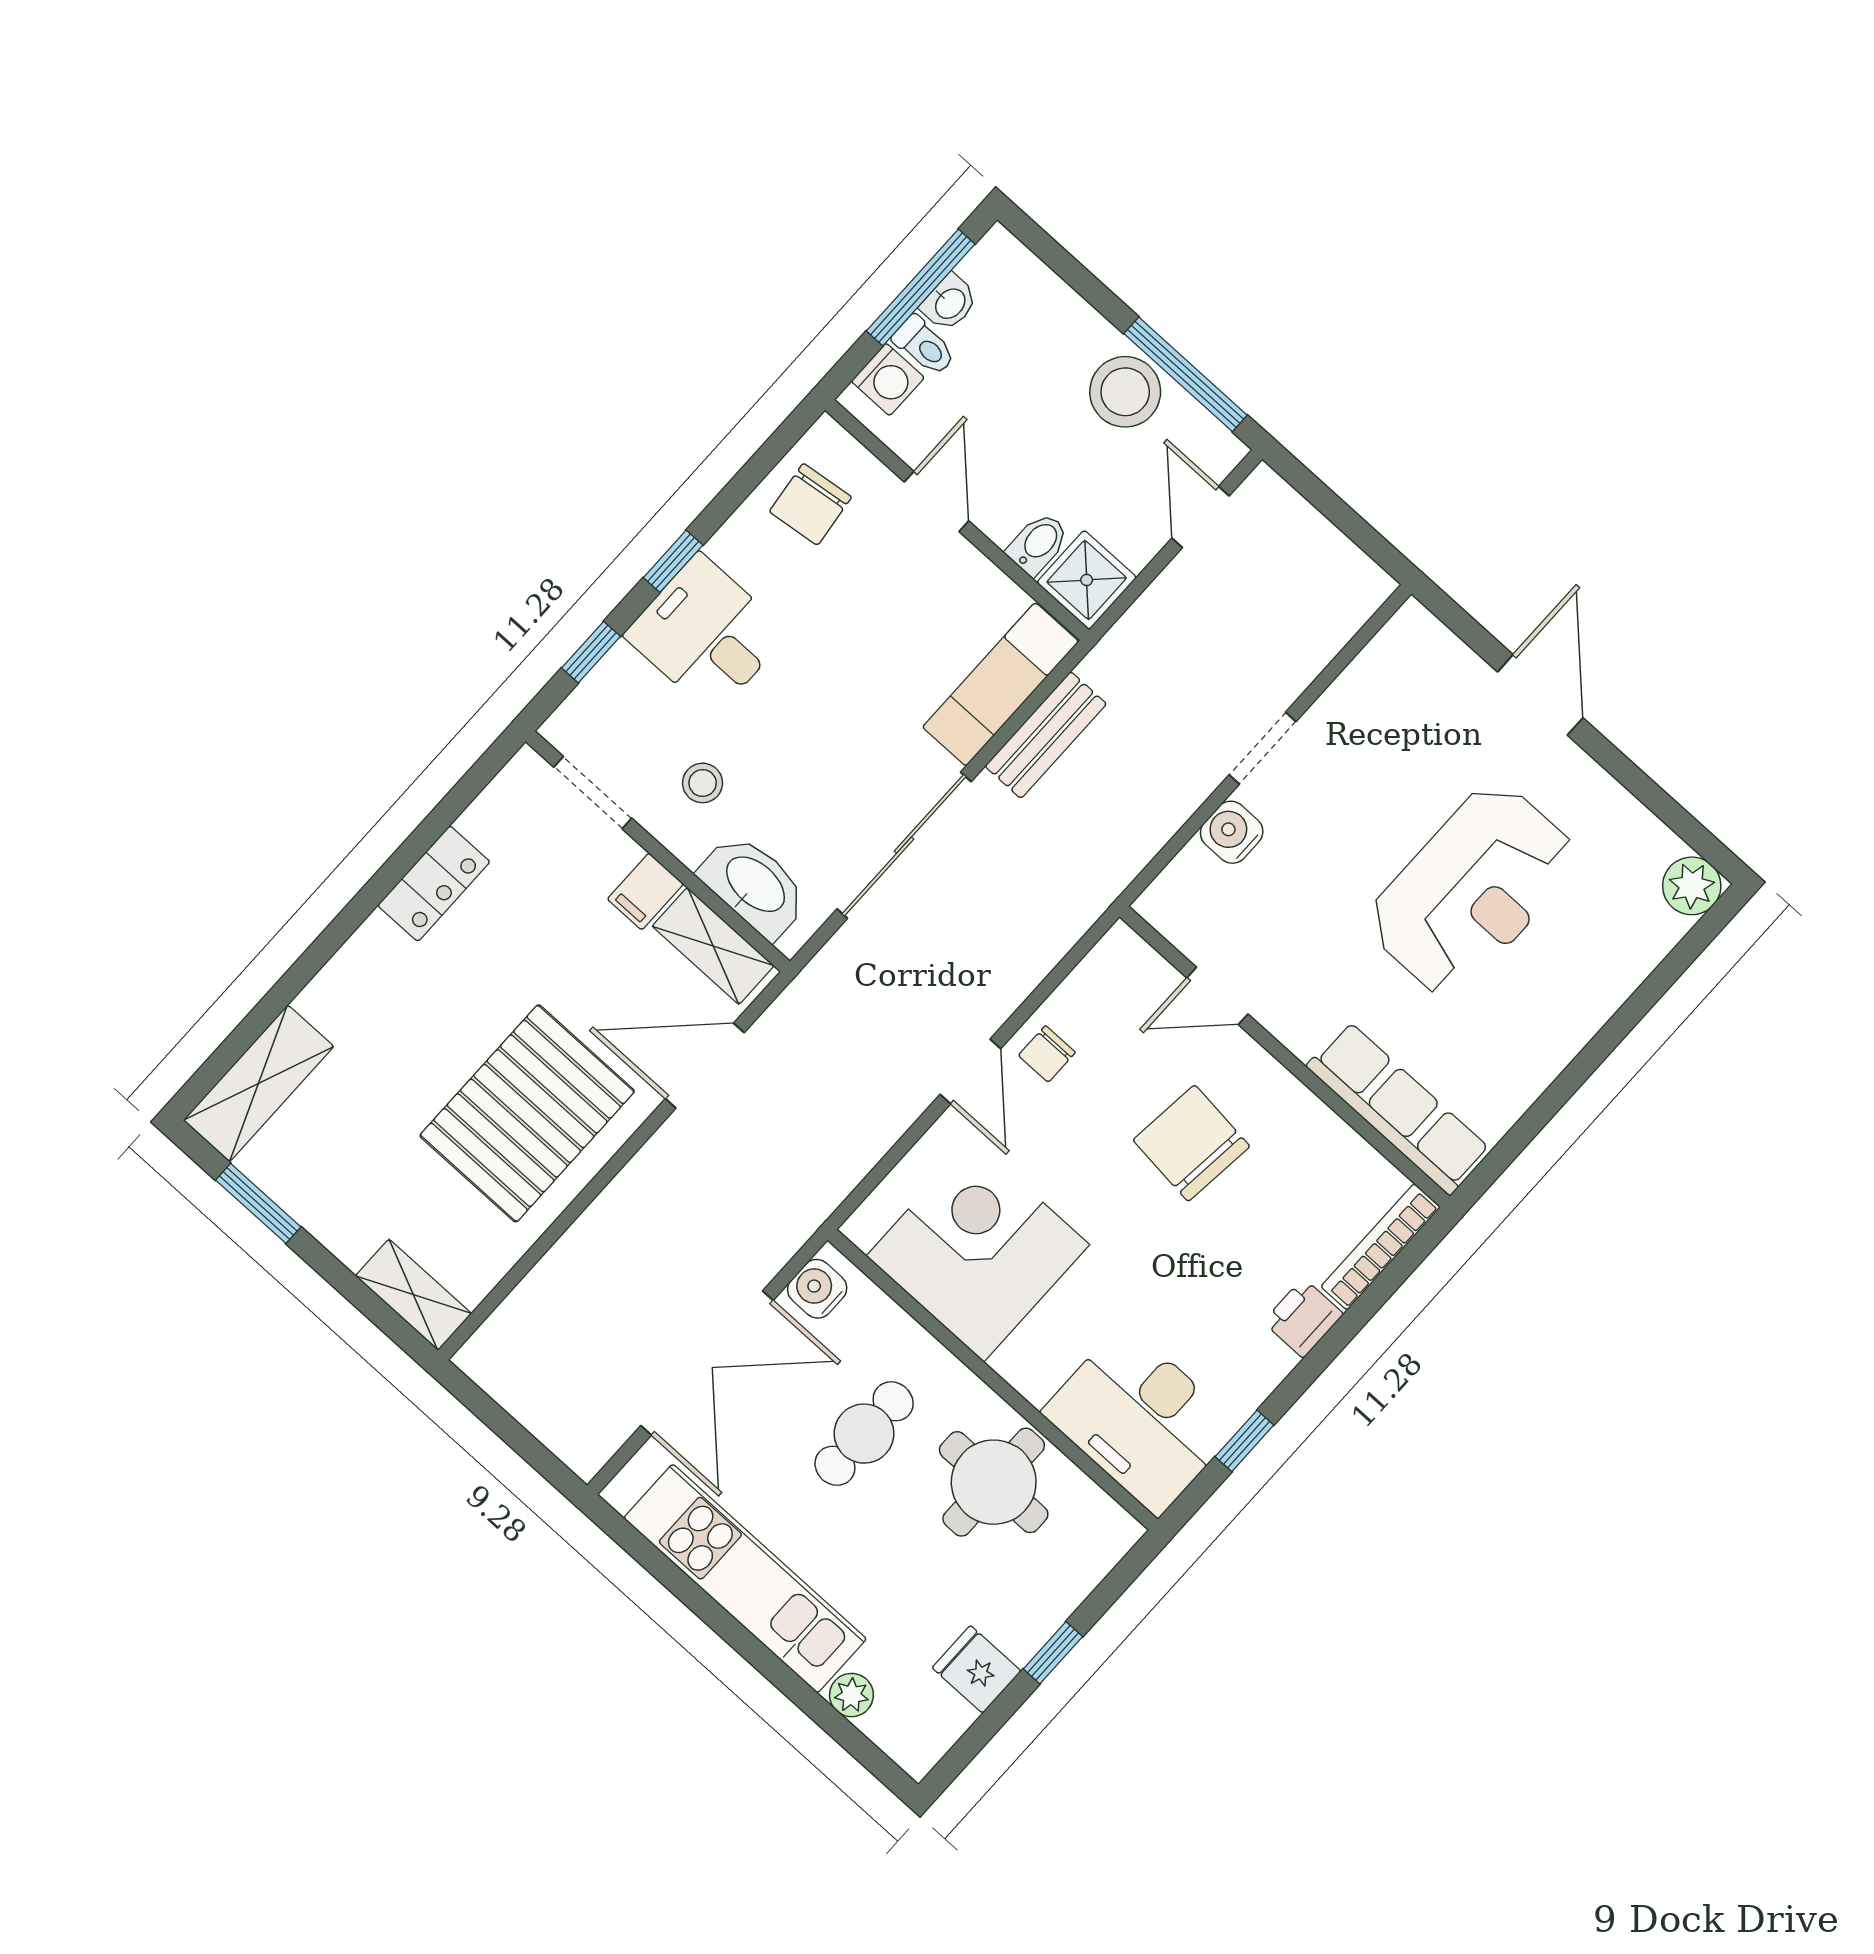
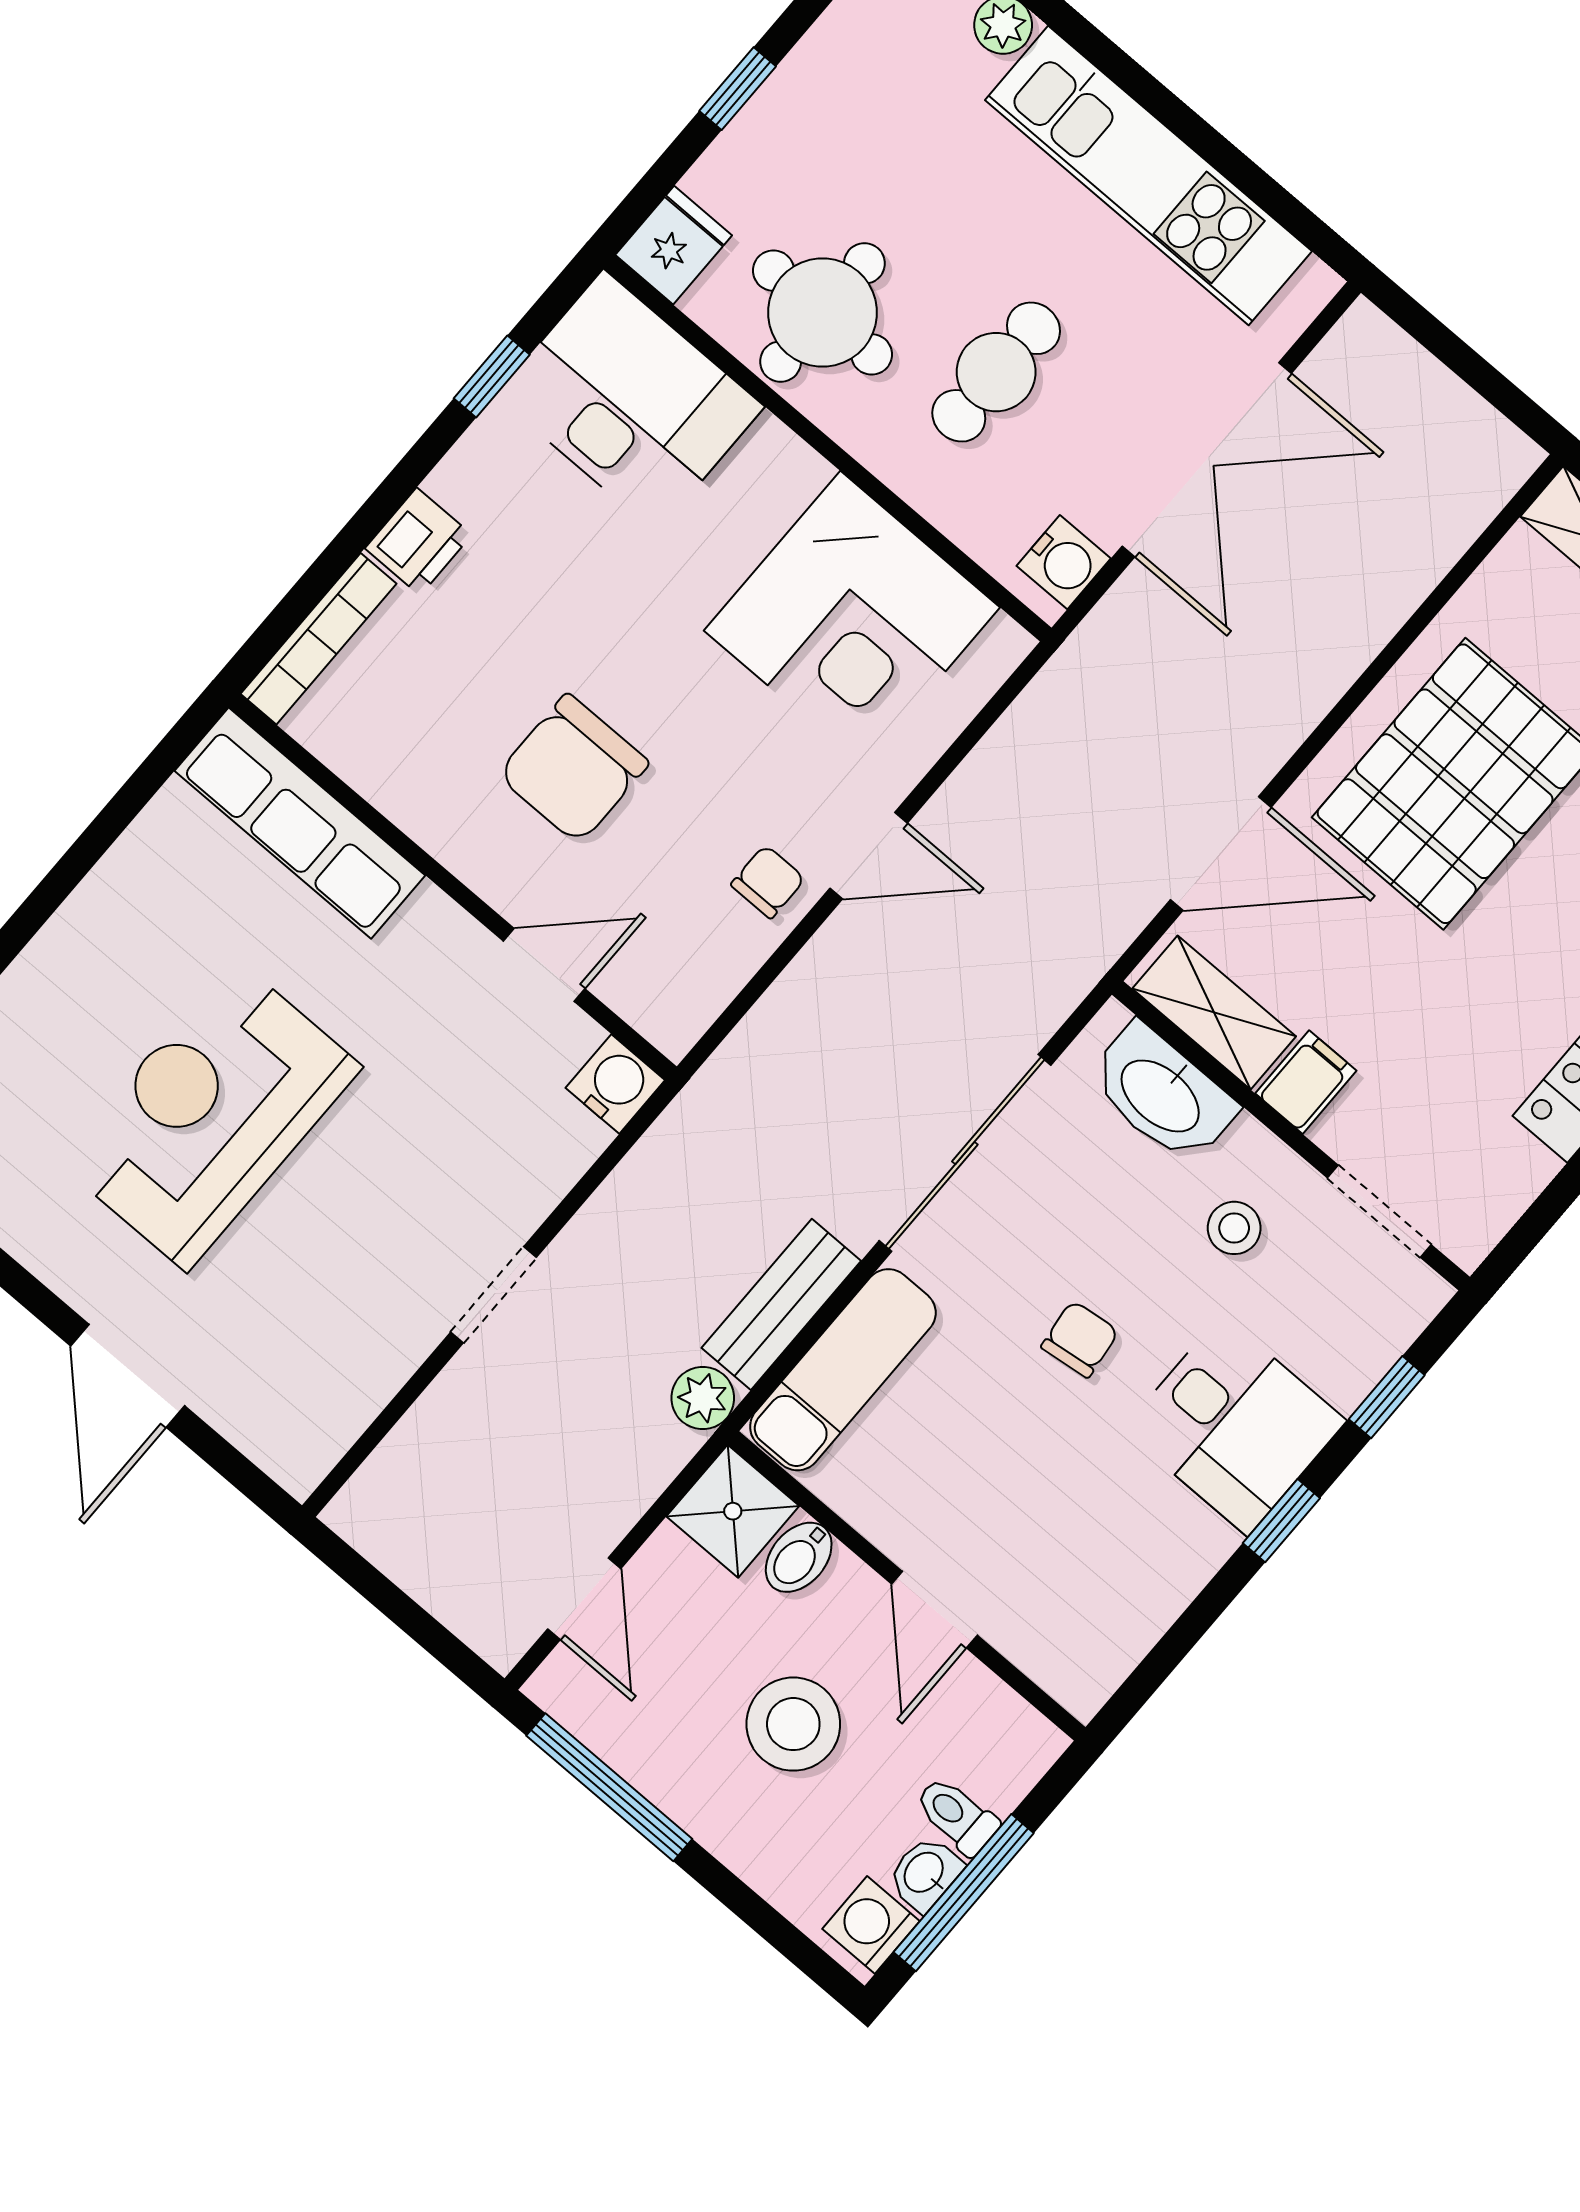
washing machine: (888, 379) -> (871, 1925), moved
stool: (1125, 392) -> (793, 1724), moved
chair: (810, 504) -> (1080, 1339), moved, width x0.73, depth x0.73
plant: (1107, 666) -> (703, 1398), added
water cooler: (1232, 832) -> (615, 1084), moved, turned -90
door: (970, 1072) -> (869, 856), swing flipped
chair: (1191, 1143) -> (573, 769), turned 84
double door: (707, 1363) -> (1207, 460), swing flipped
fridge: (977, 1669) -> (674, 245), moved, turned -90

